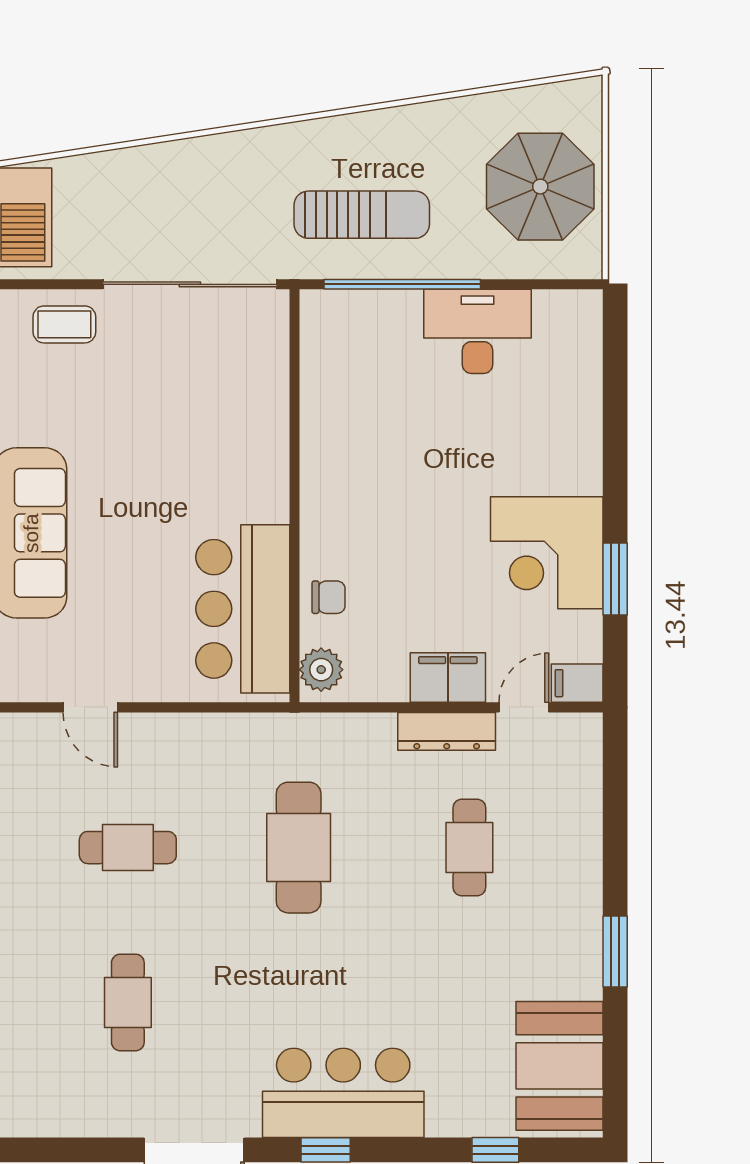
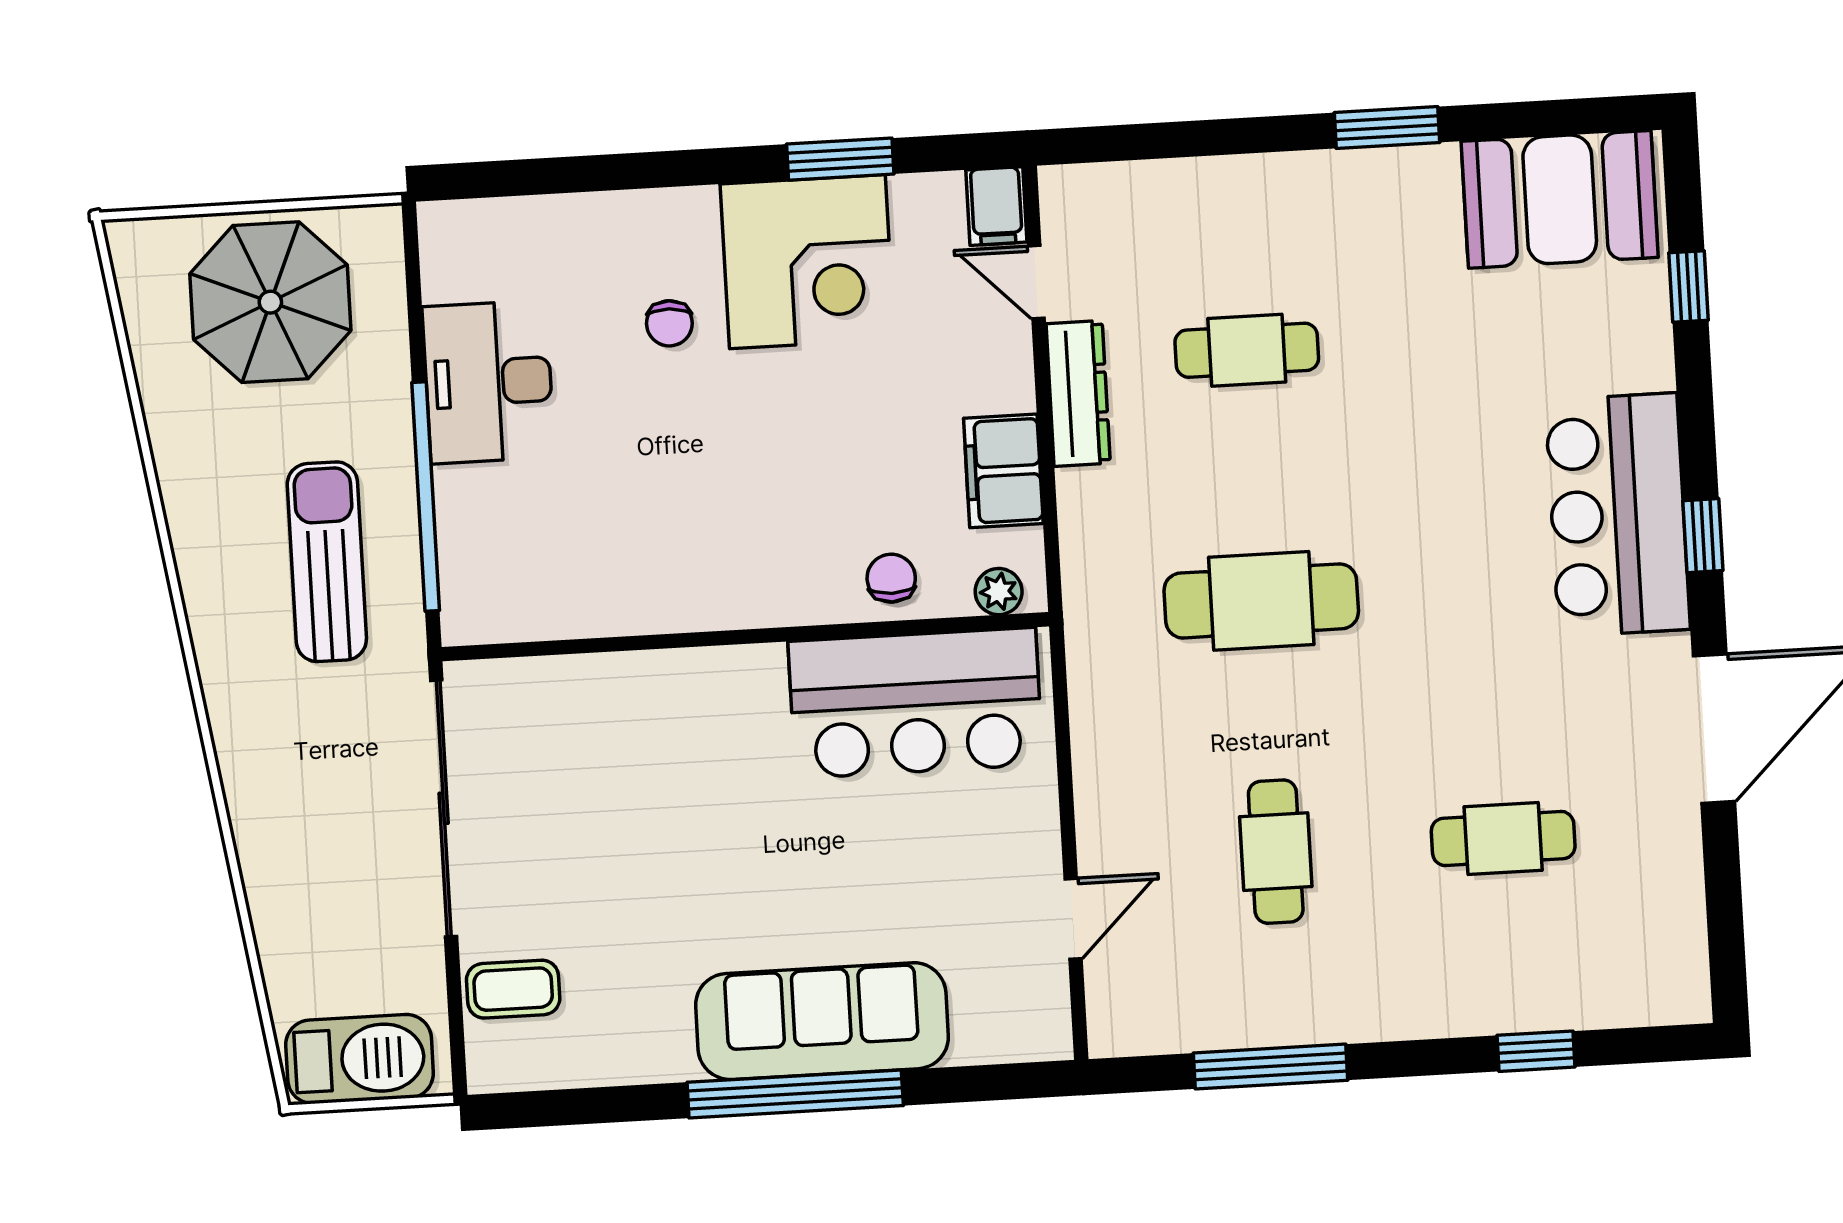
coffee table: (64, 324) -> (513, 989), turned 90
chair: (510, 457) -> (669, 323), added
plant: (321, 670) -> (999, 592), width x0.73, depth x0.73
filing cabinet: (448, 678) -> (1003, 471), moved

